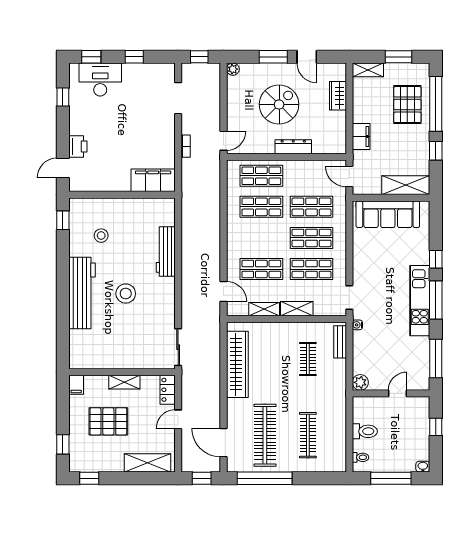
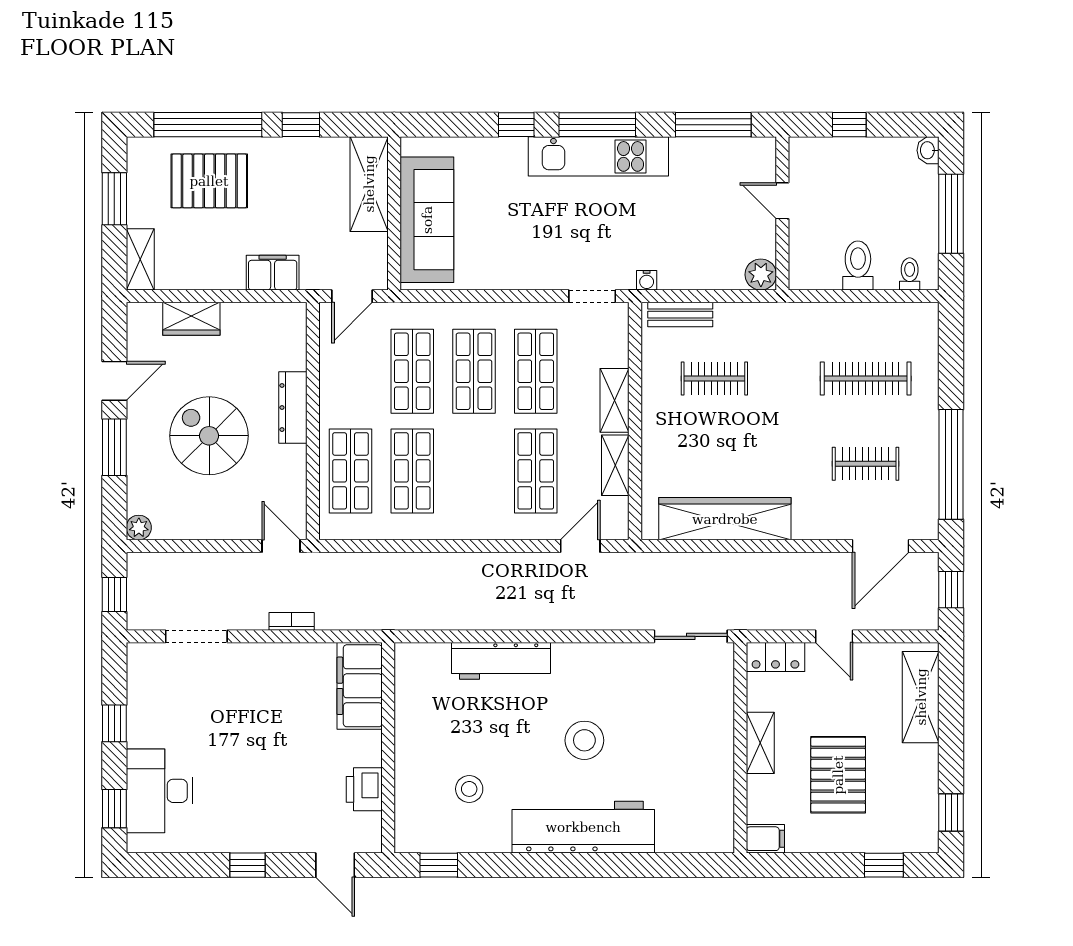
window: (63, 97) -> (248, 865), moved
printer: (78, 147) -> (364, 789), moved, turned -90
clothes rail: (265, 435) -> (866, 464), width x0.54, depth x0.76

